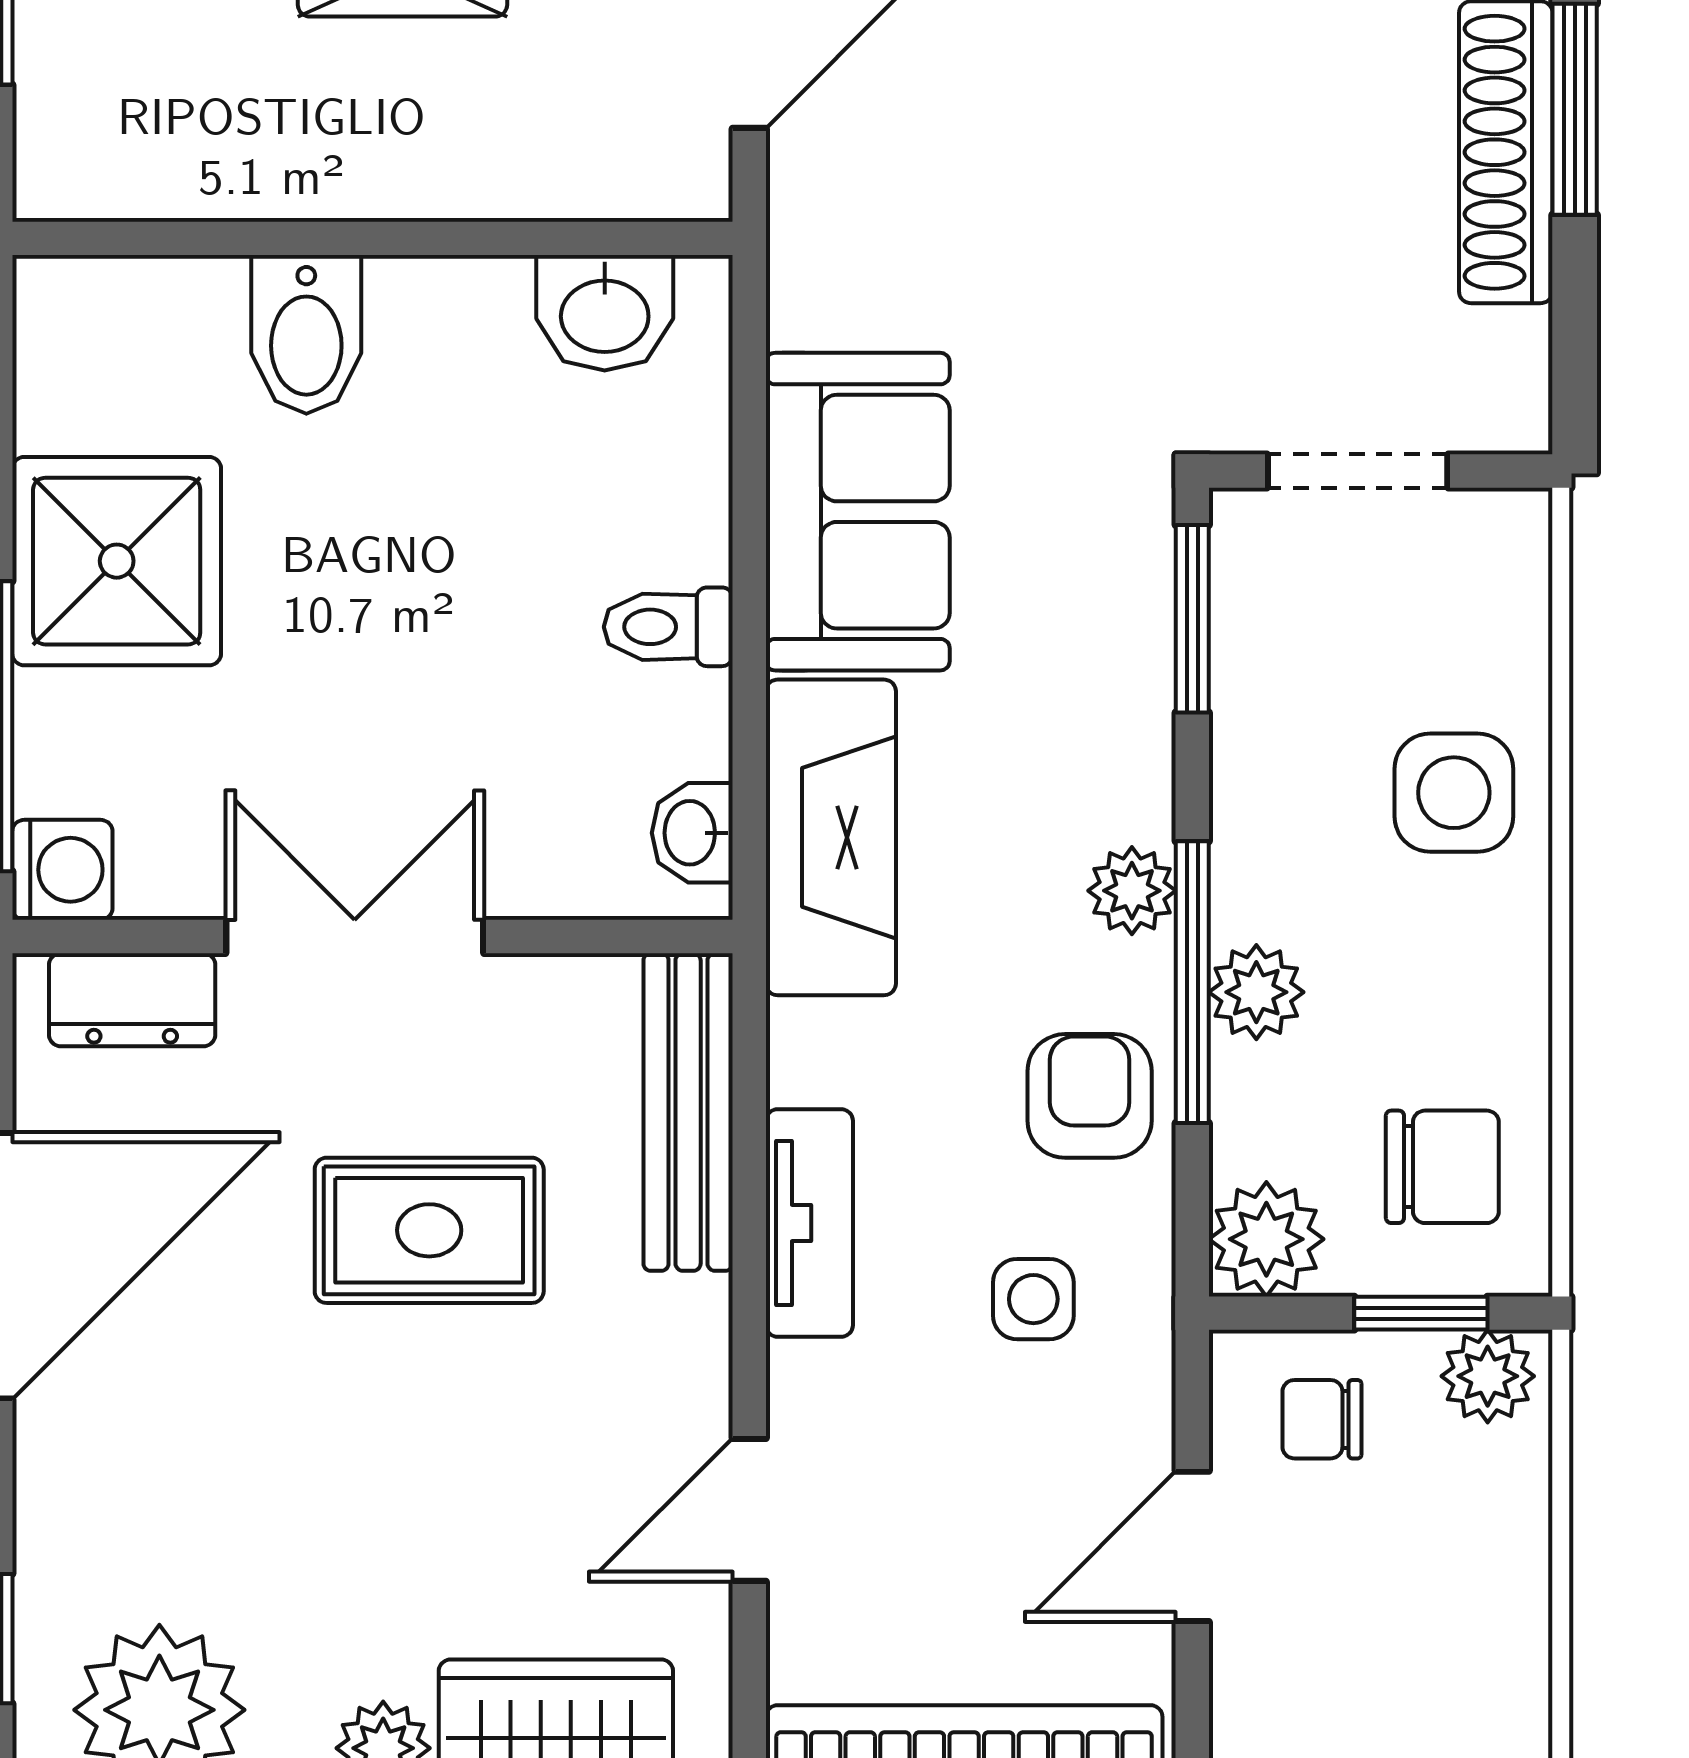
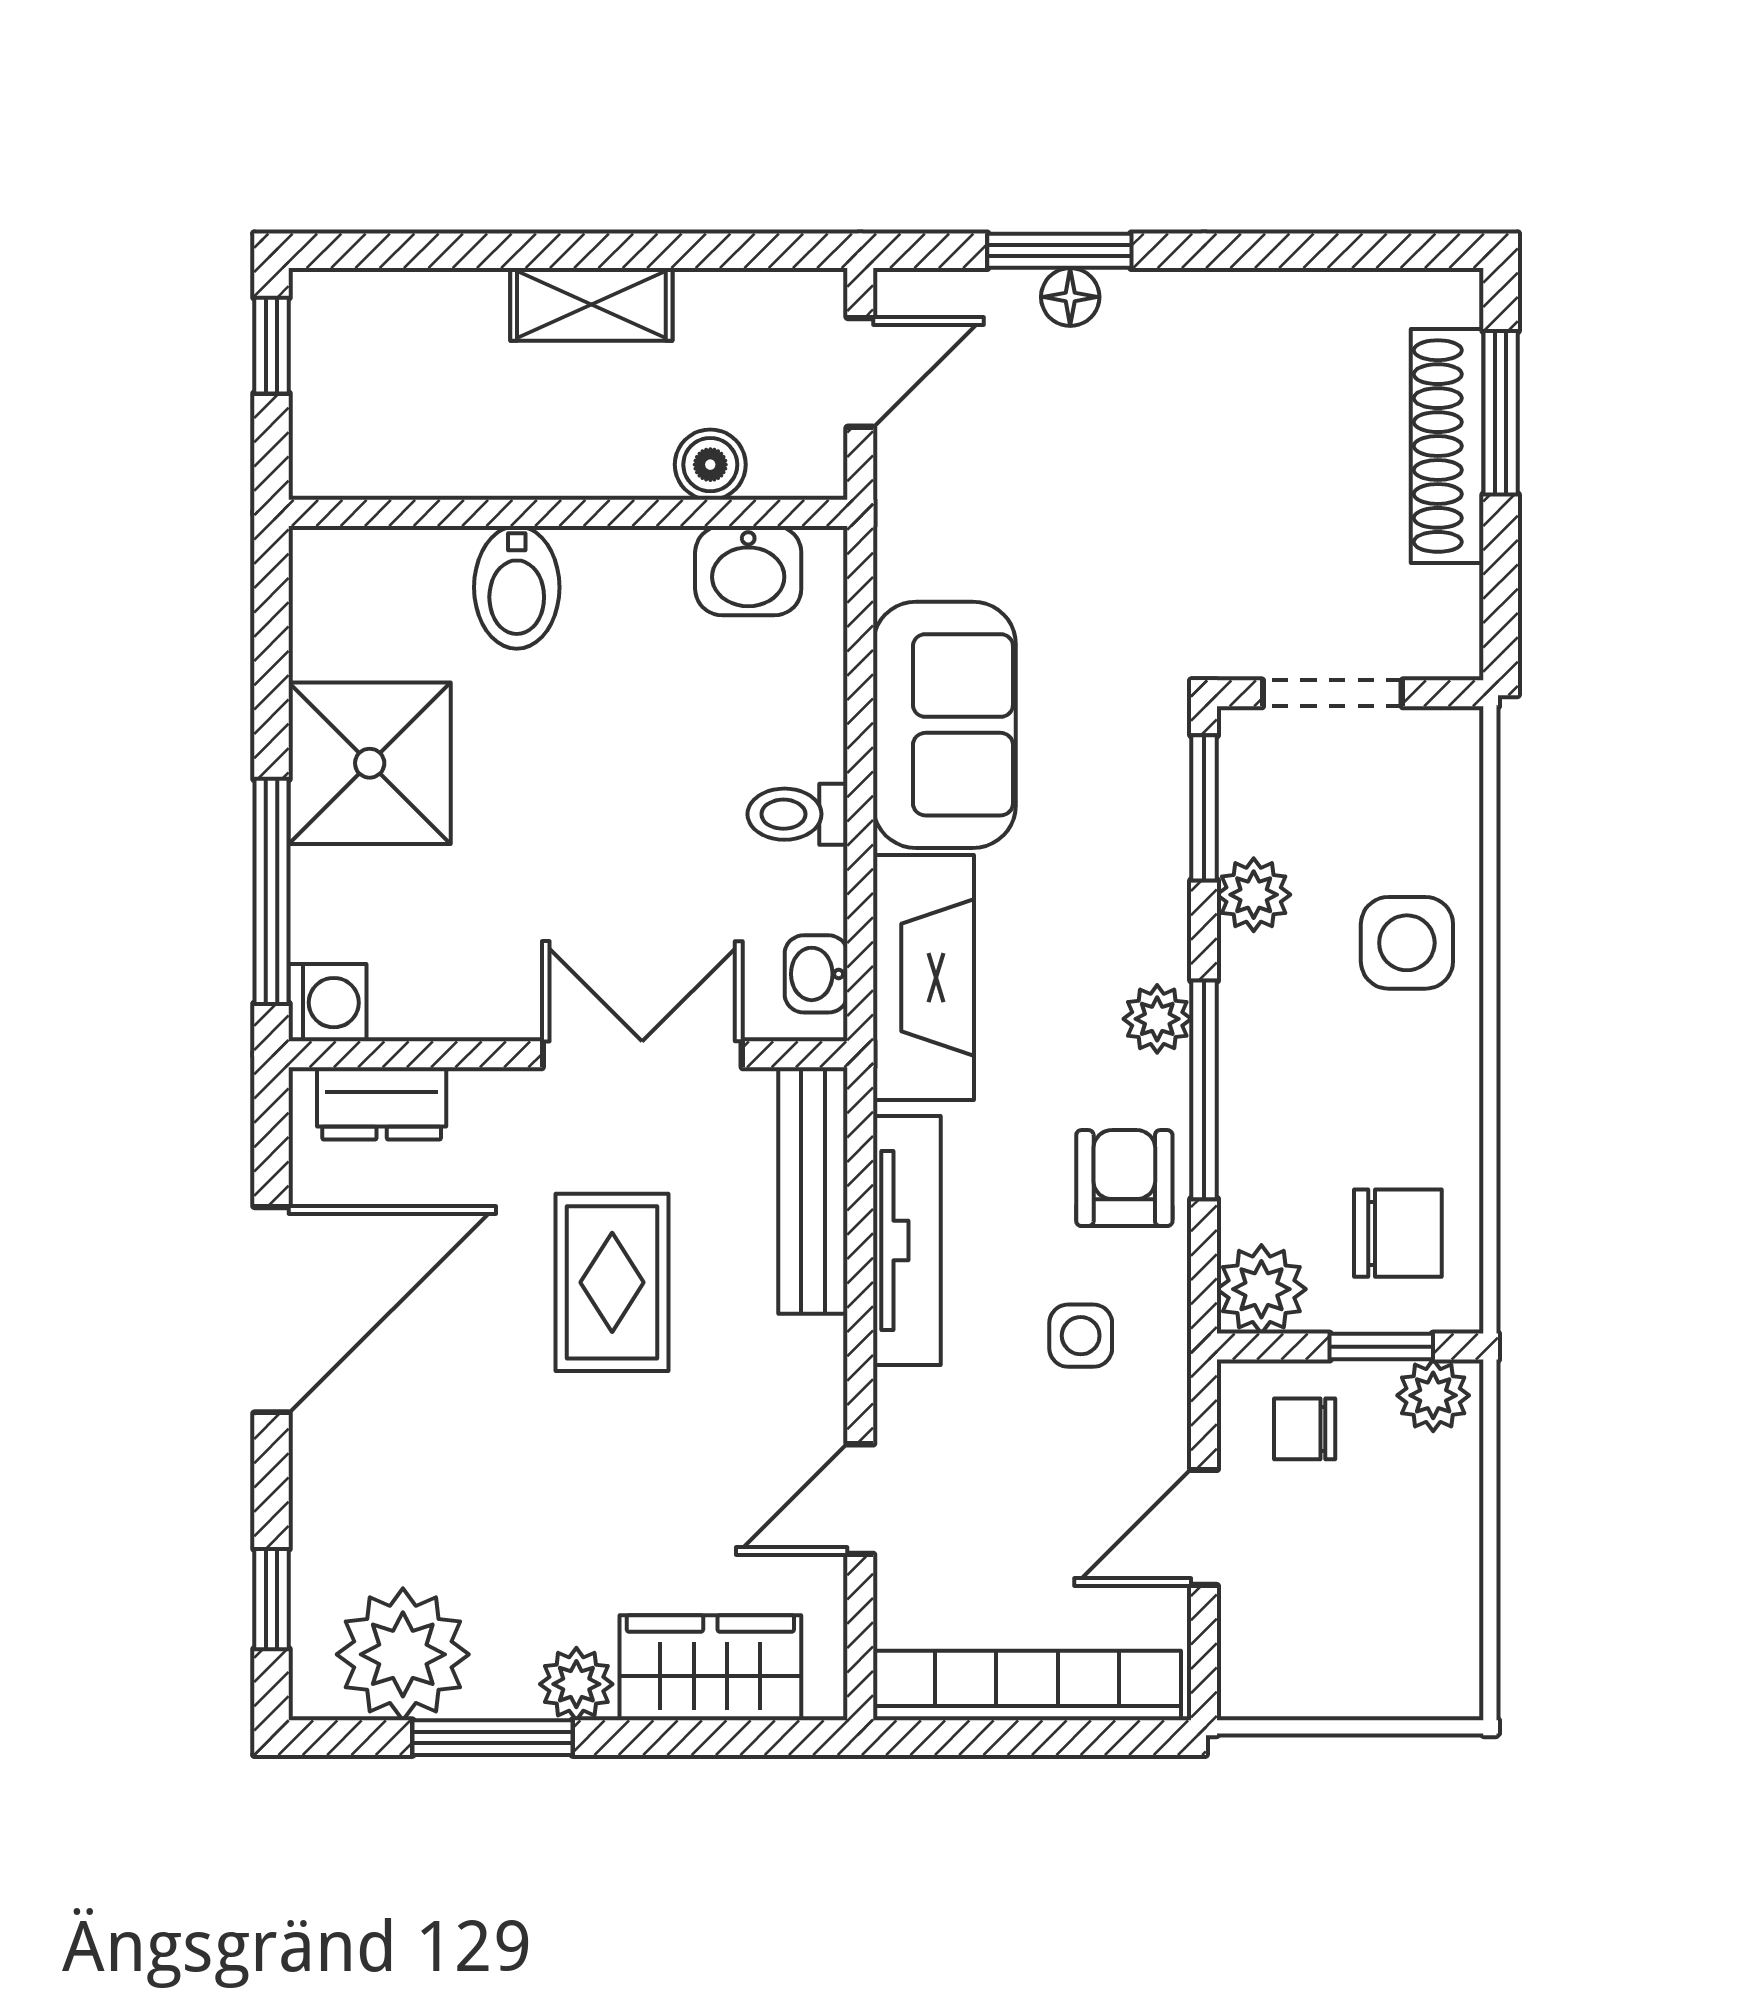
boiler: (556, 176) -> (710, 465), added
double door: (355, 936) -> (642, 1054), moved
plant: (1256, 992) -> (1254, 895), moved
tv unit: (809, 1223) -> (907, 1240), width x1.41
rug: (429, 1230) -> (612, 1282), turned 90

